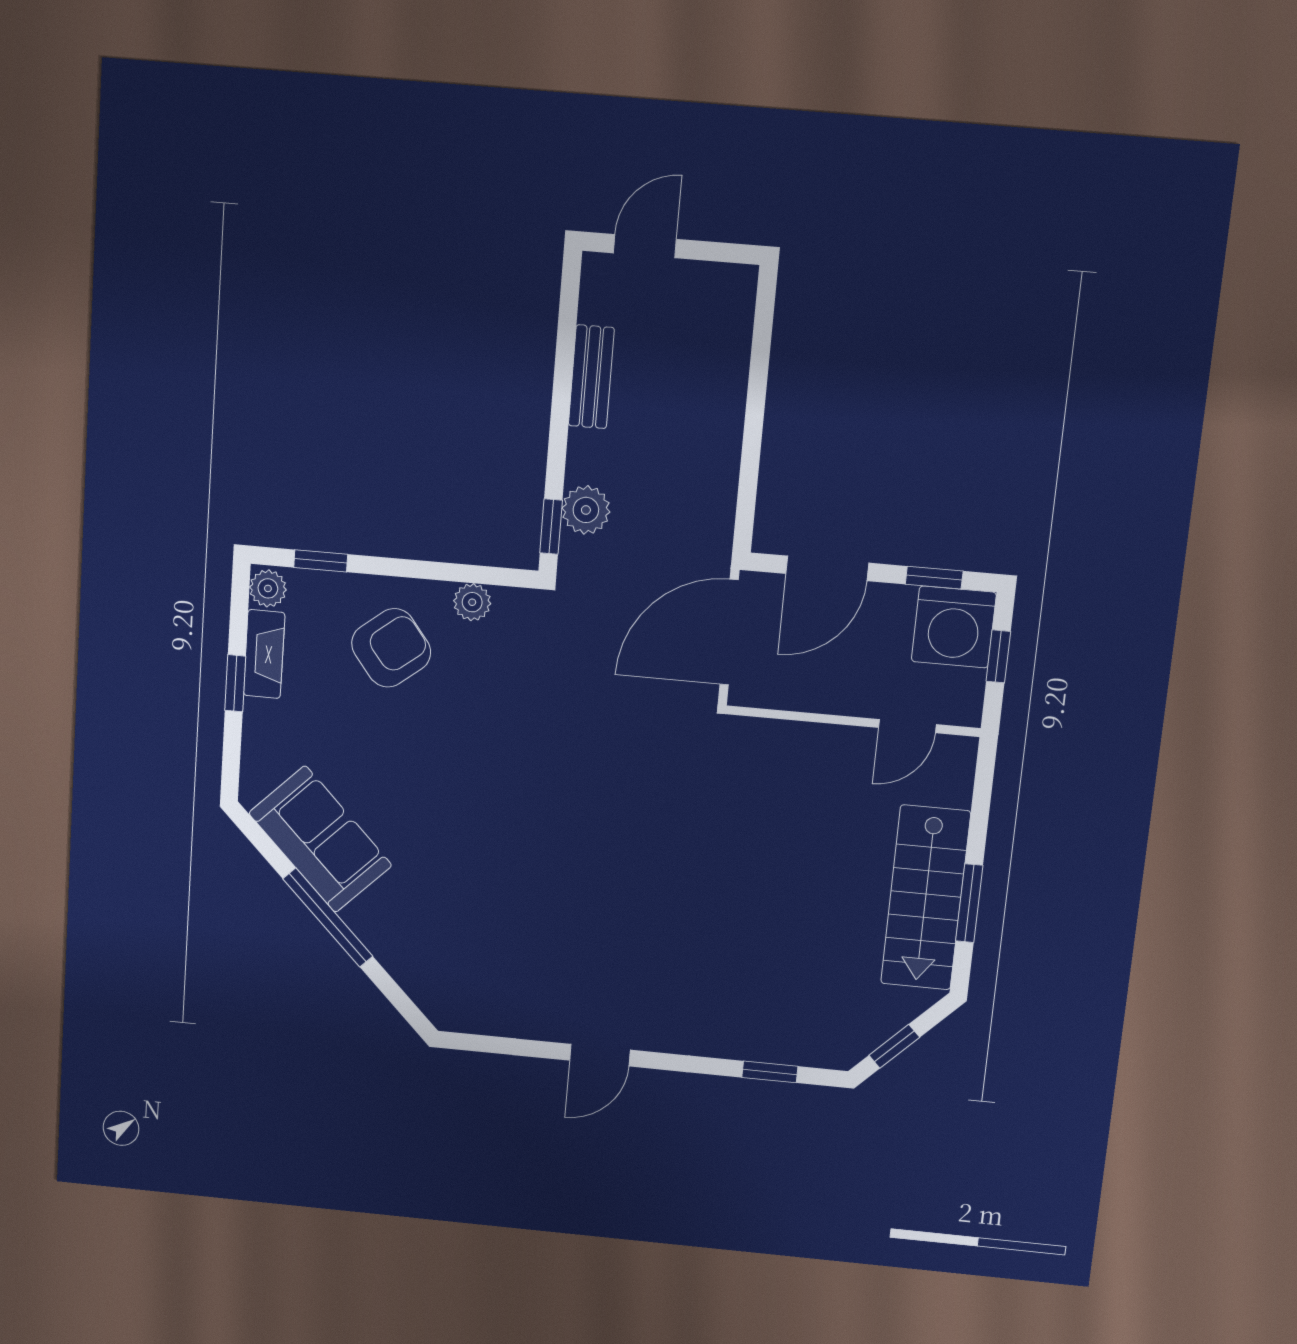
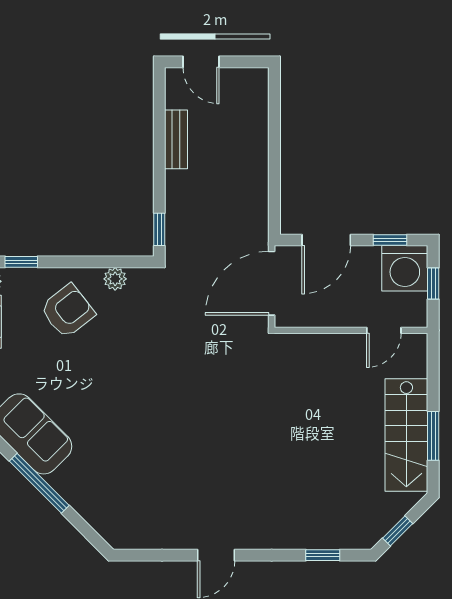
door: (645, 246) -> (201, 62), swing flipped
plant: (586, 510) -> (179, 218), removed

